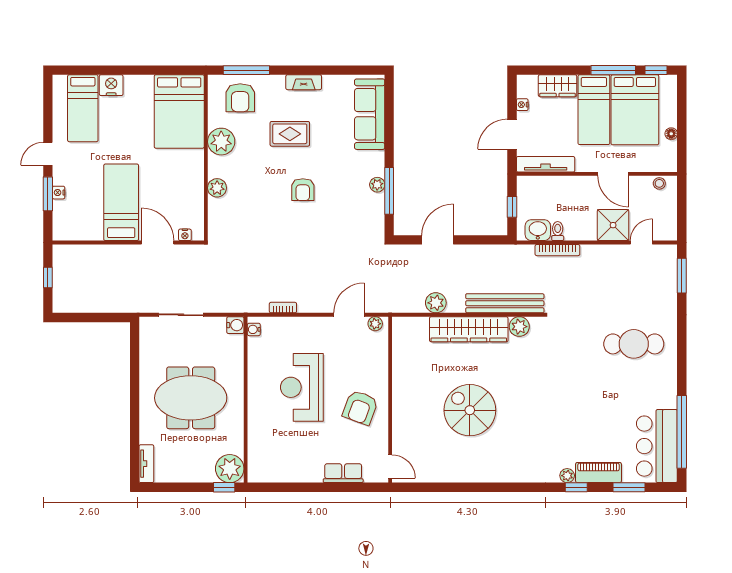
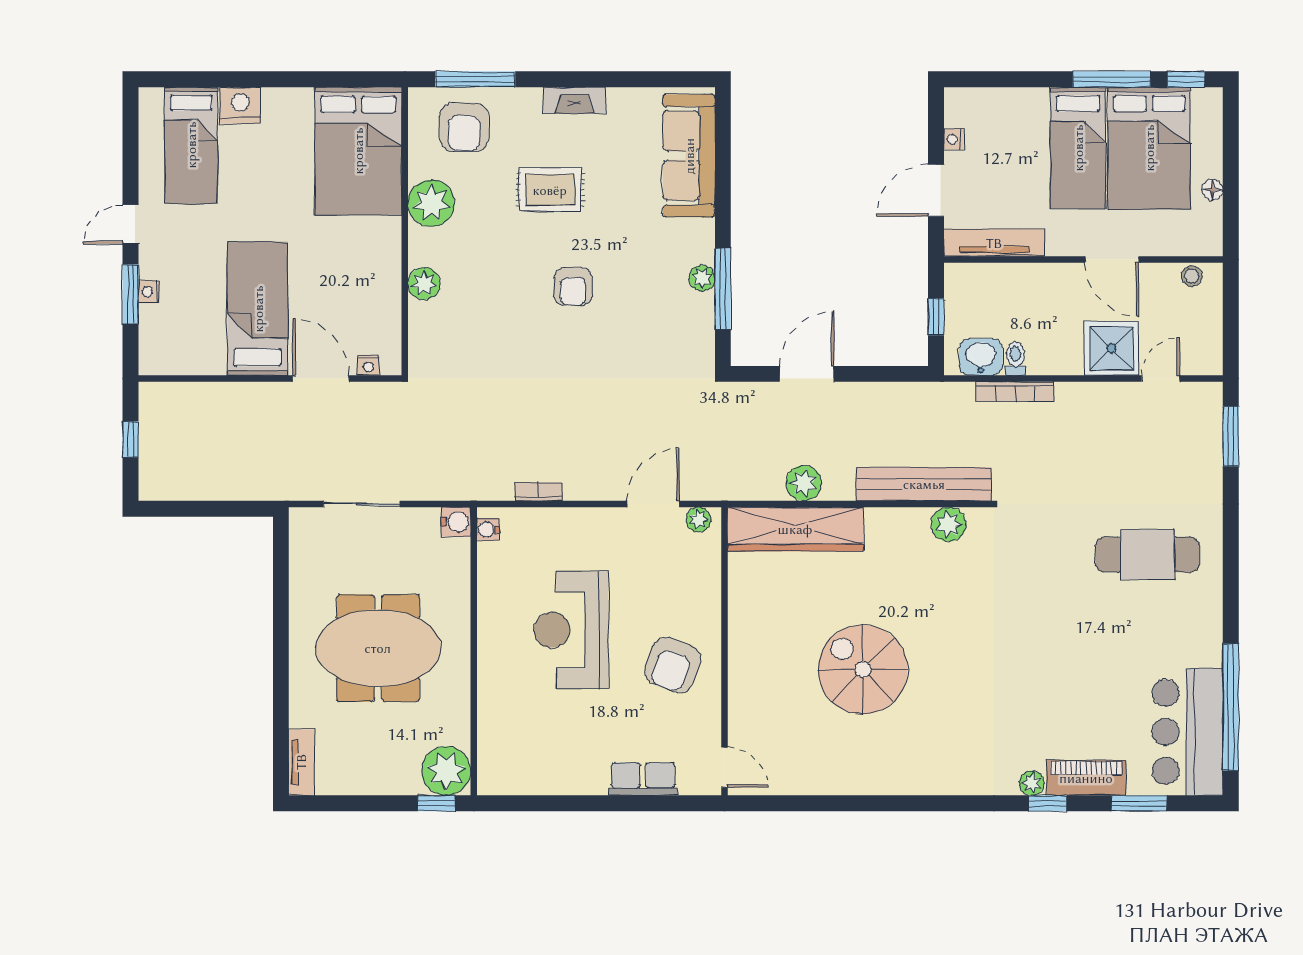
wardrobe: (558, 86) -> (1015, 106), removed
wardrobe: (469, 329) -> (795, 529), moved

